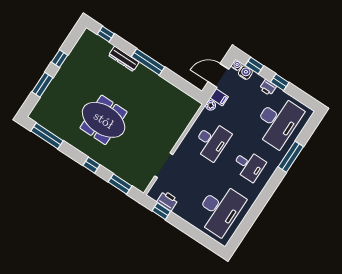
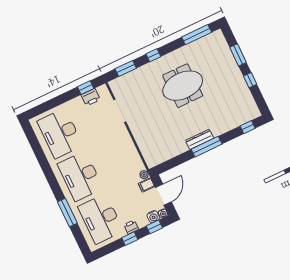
dresser: (124, 59) -> (200, 139), moved
desk: (212, 141) -> (116, 159), removed
desk: (249, 165) -> (80, 176), width x1.87, depth x1.30

